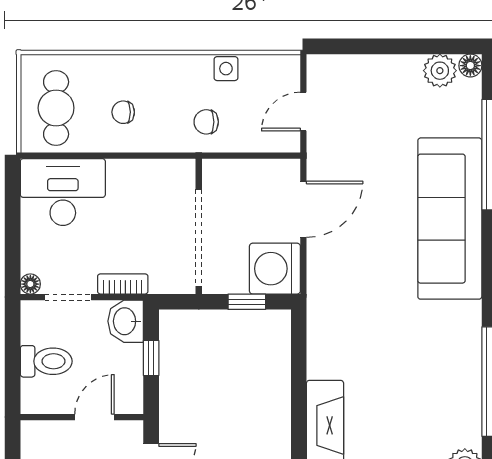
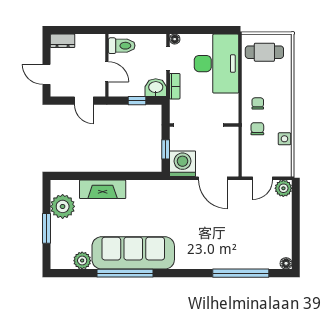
plant: (440, 71) -> (283, 188), moved
chair: (123, 112) -> (258, 103), moved
door: (303, 112) -> (263, 178), swing flipped
desk: (63, 192) -> (216, 64), width x1.36, depth x1.30
sofa: (450, 219) -> (133, 253), moved
toilet: (46, 361) -> (122, 46), moved, turned -90

